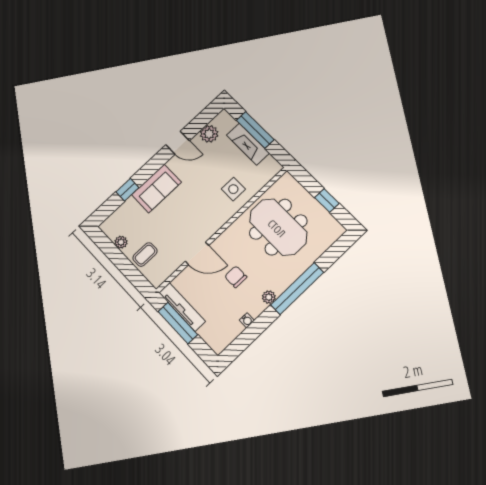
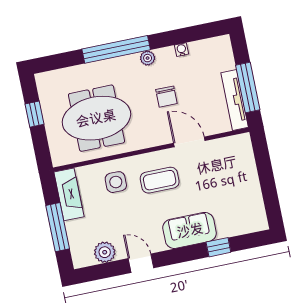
fireplace: (248, 144) -> (69, 194), moved
meeting table: (278, 227) -> (96, 118), turned 90
plant: (121, 242) -> (256, 199), removed
coffee table: (145, 255) -> (160, 180), moved, width x1.36, depth x1.30

